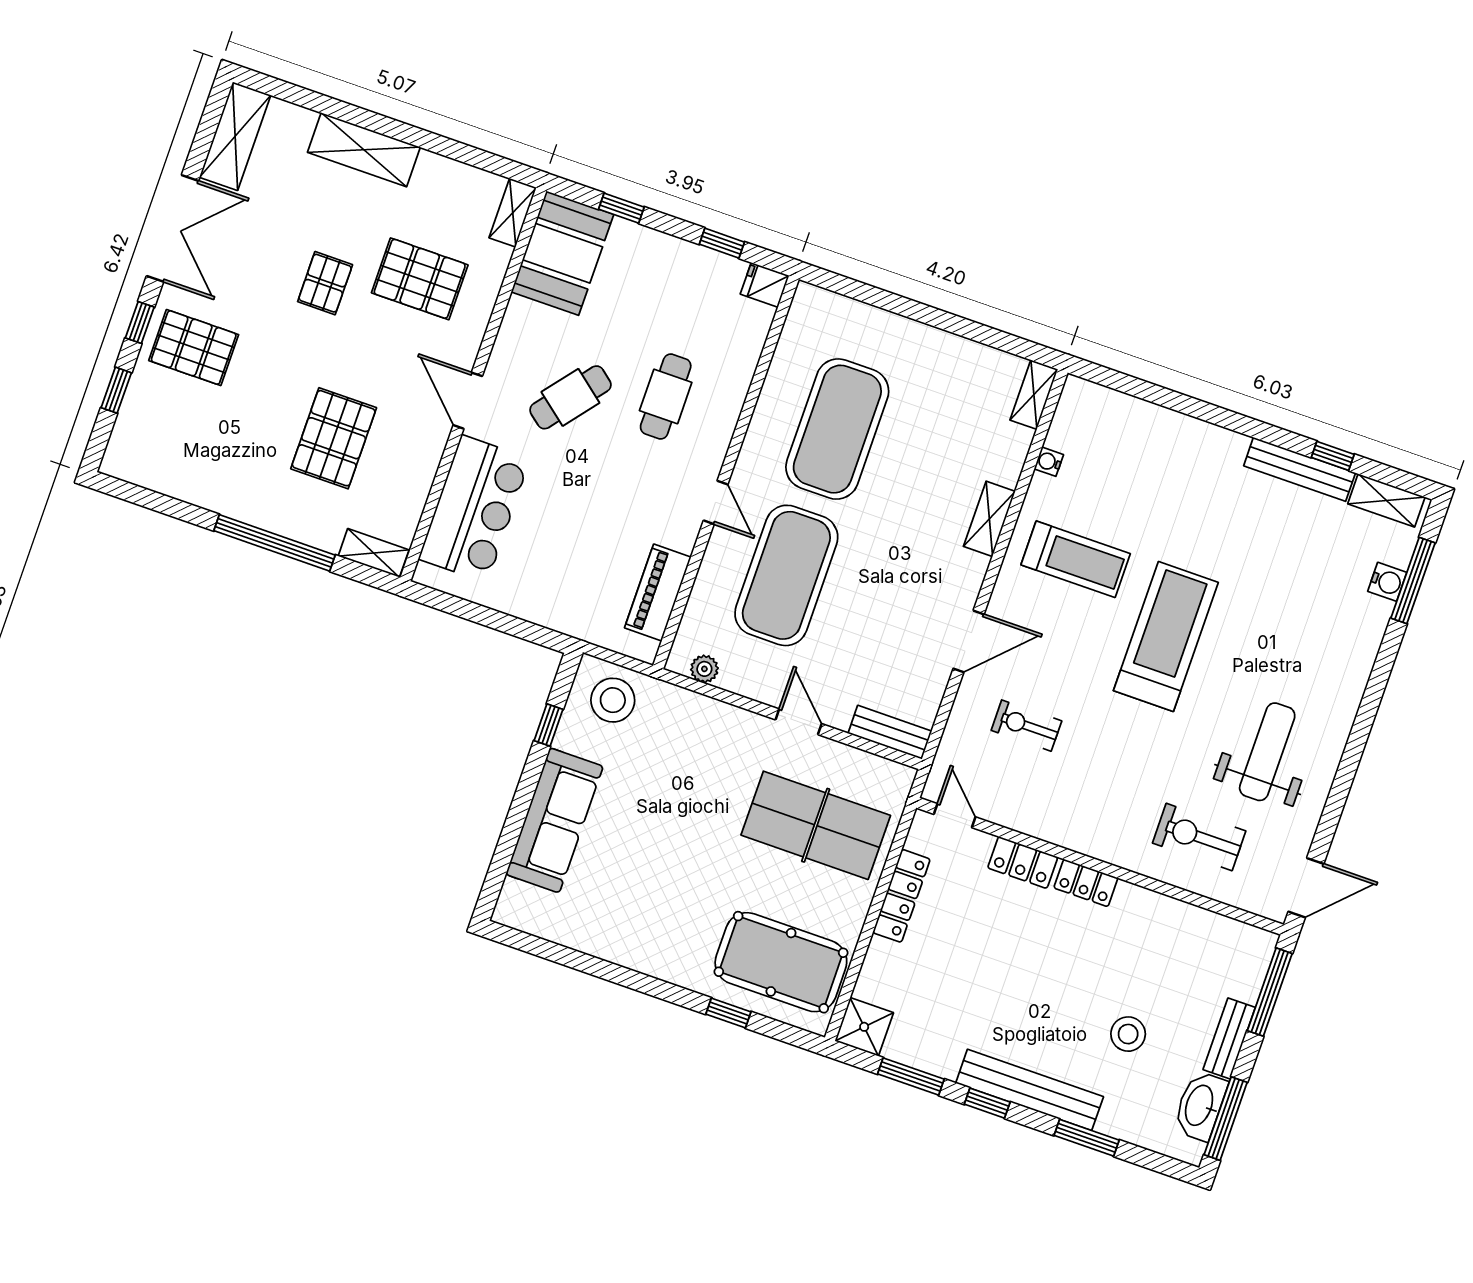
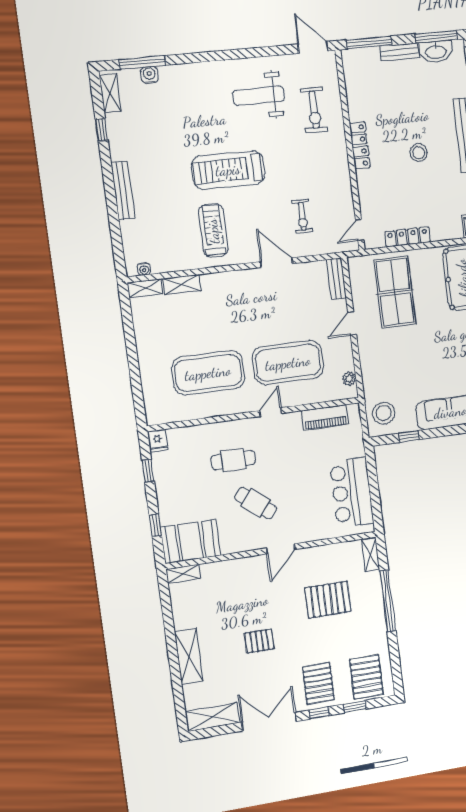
pallet: (420, 279) -> (366, 677), moved
water cooler: (1049, 462) -> (144, 269), moved
bench: (1300, 469) -> (123, 190), moved
bar counter: (474, 509) -> (352, 492), moved, turned -90
shelving: (989, 519) -> (182, 285), moved
locker: (1023, 862) -> (366, 188), removed
locker: (1086, 883) -> (360, 145), width x1.53
stool: (1128, 1034) -> (419, 153), moved

